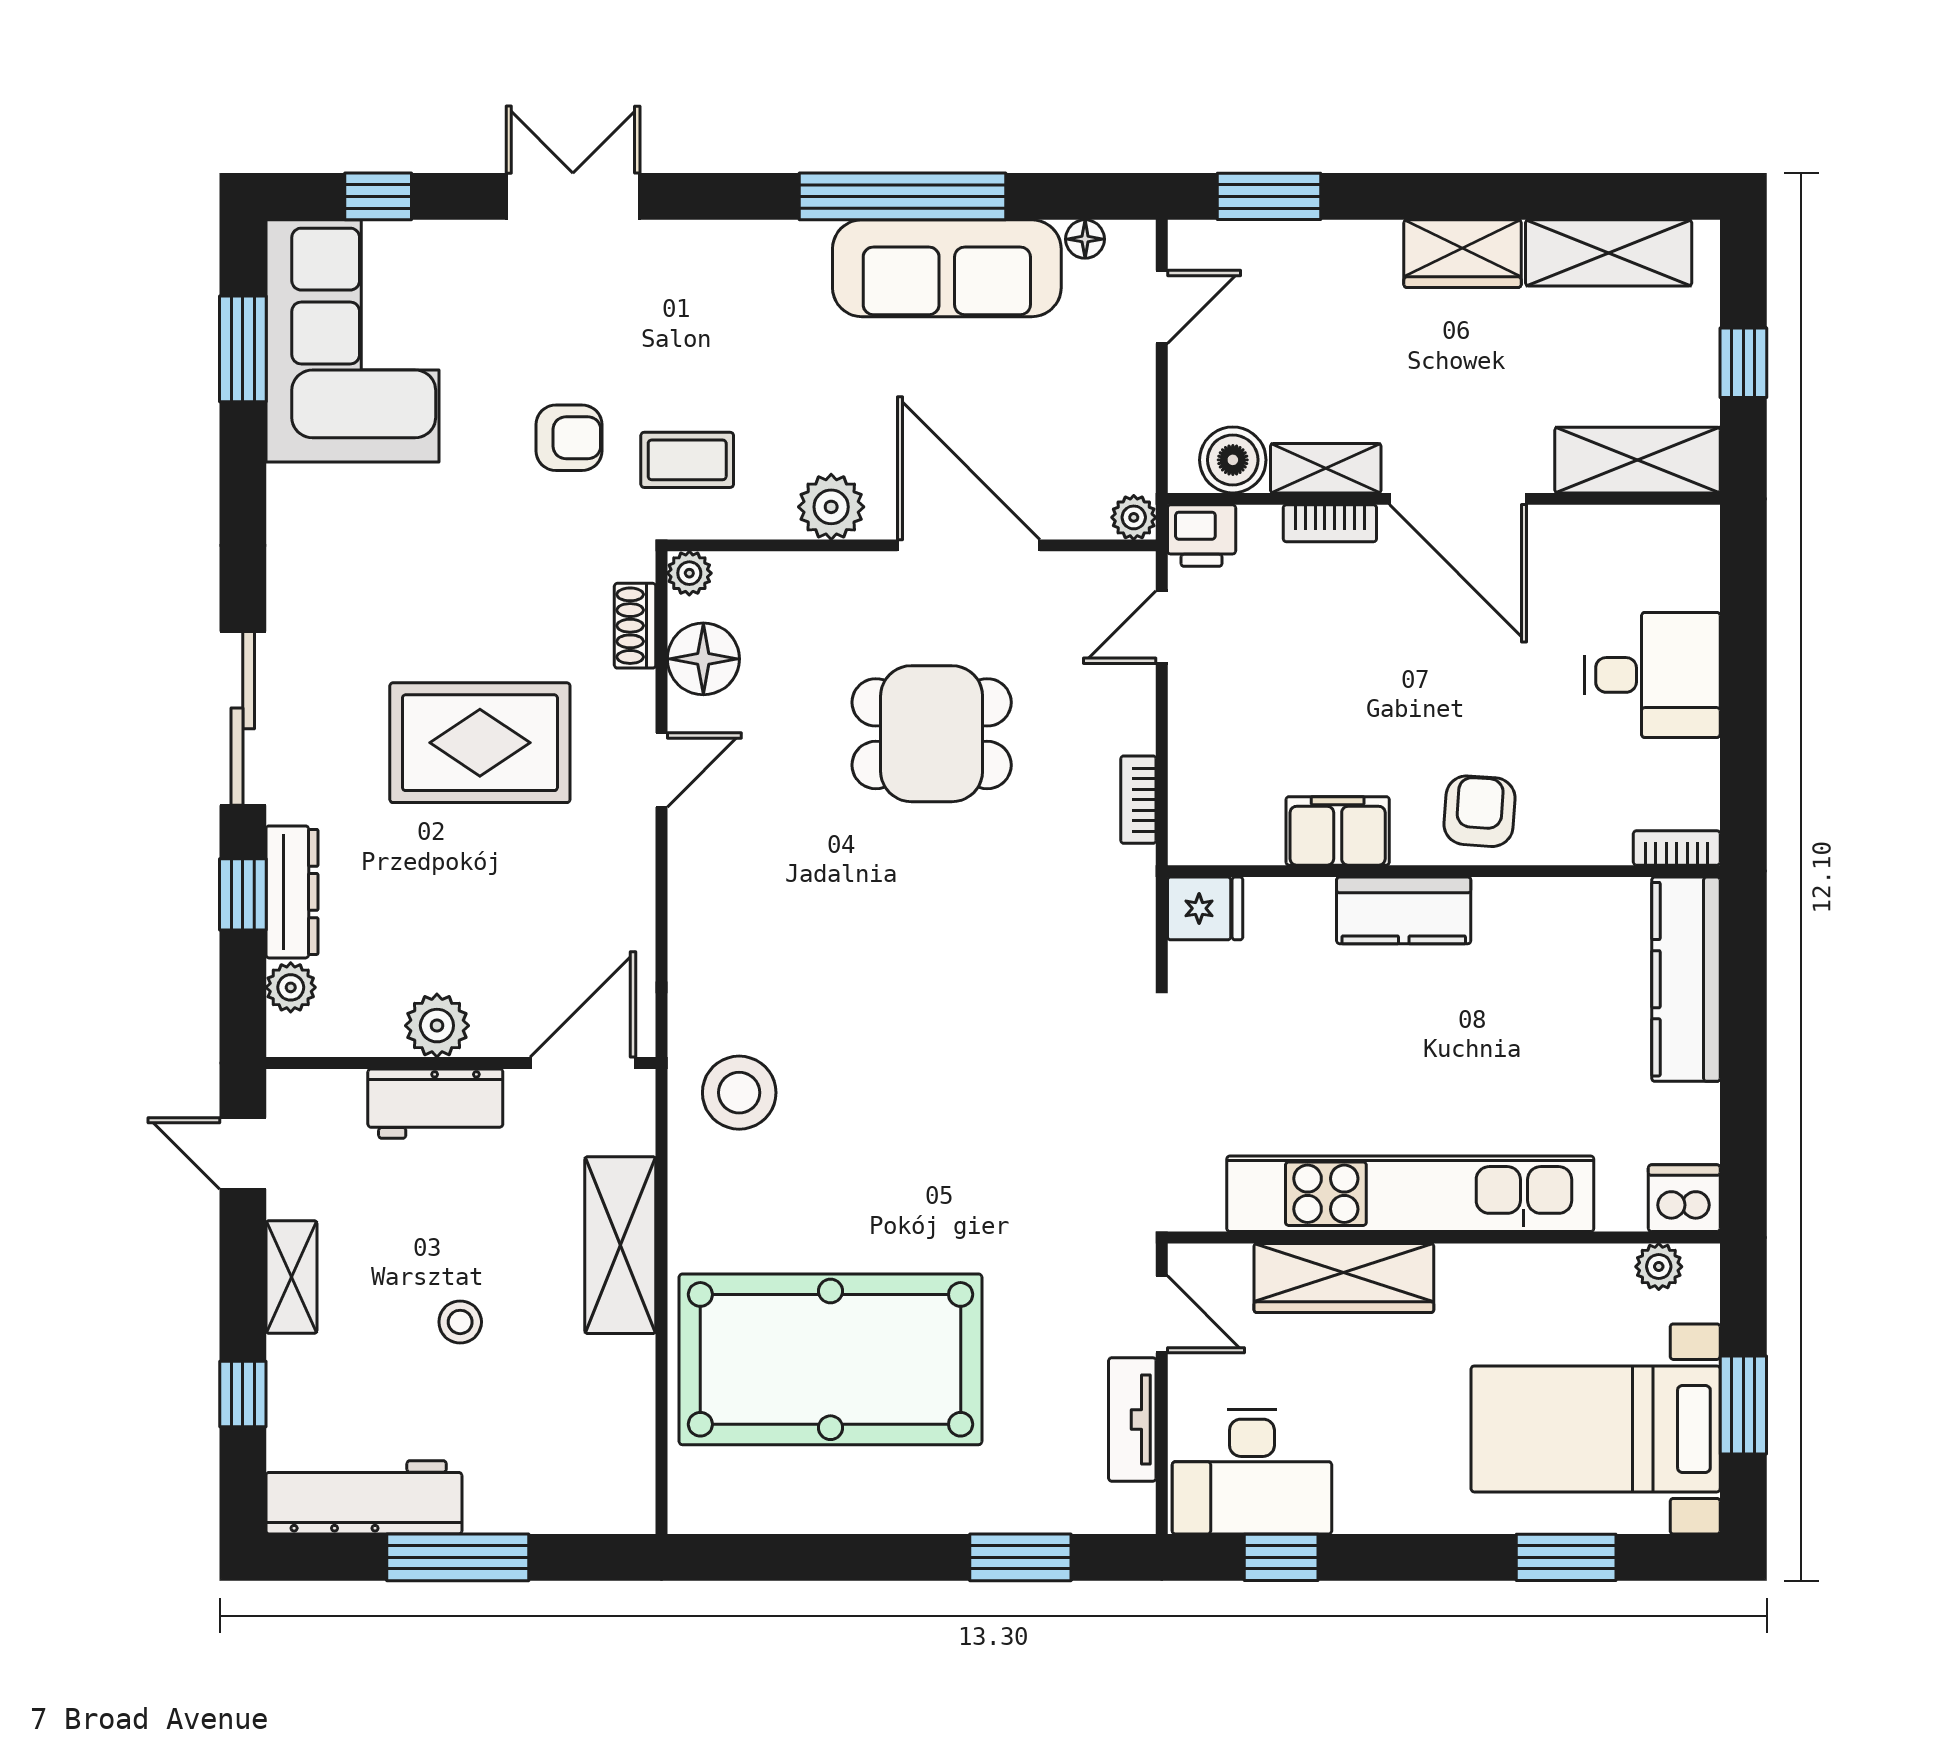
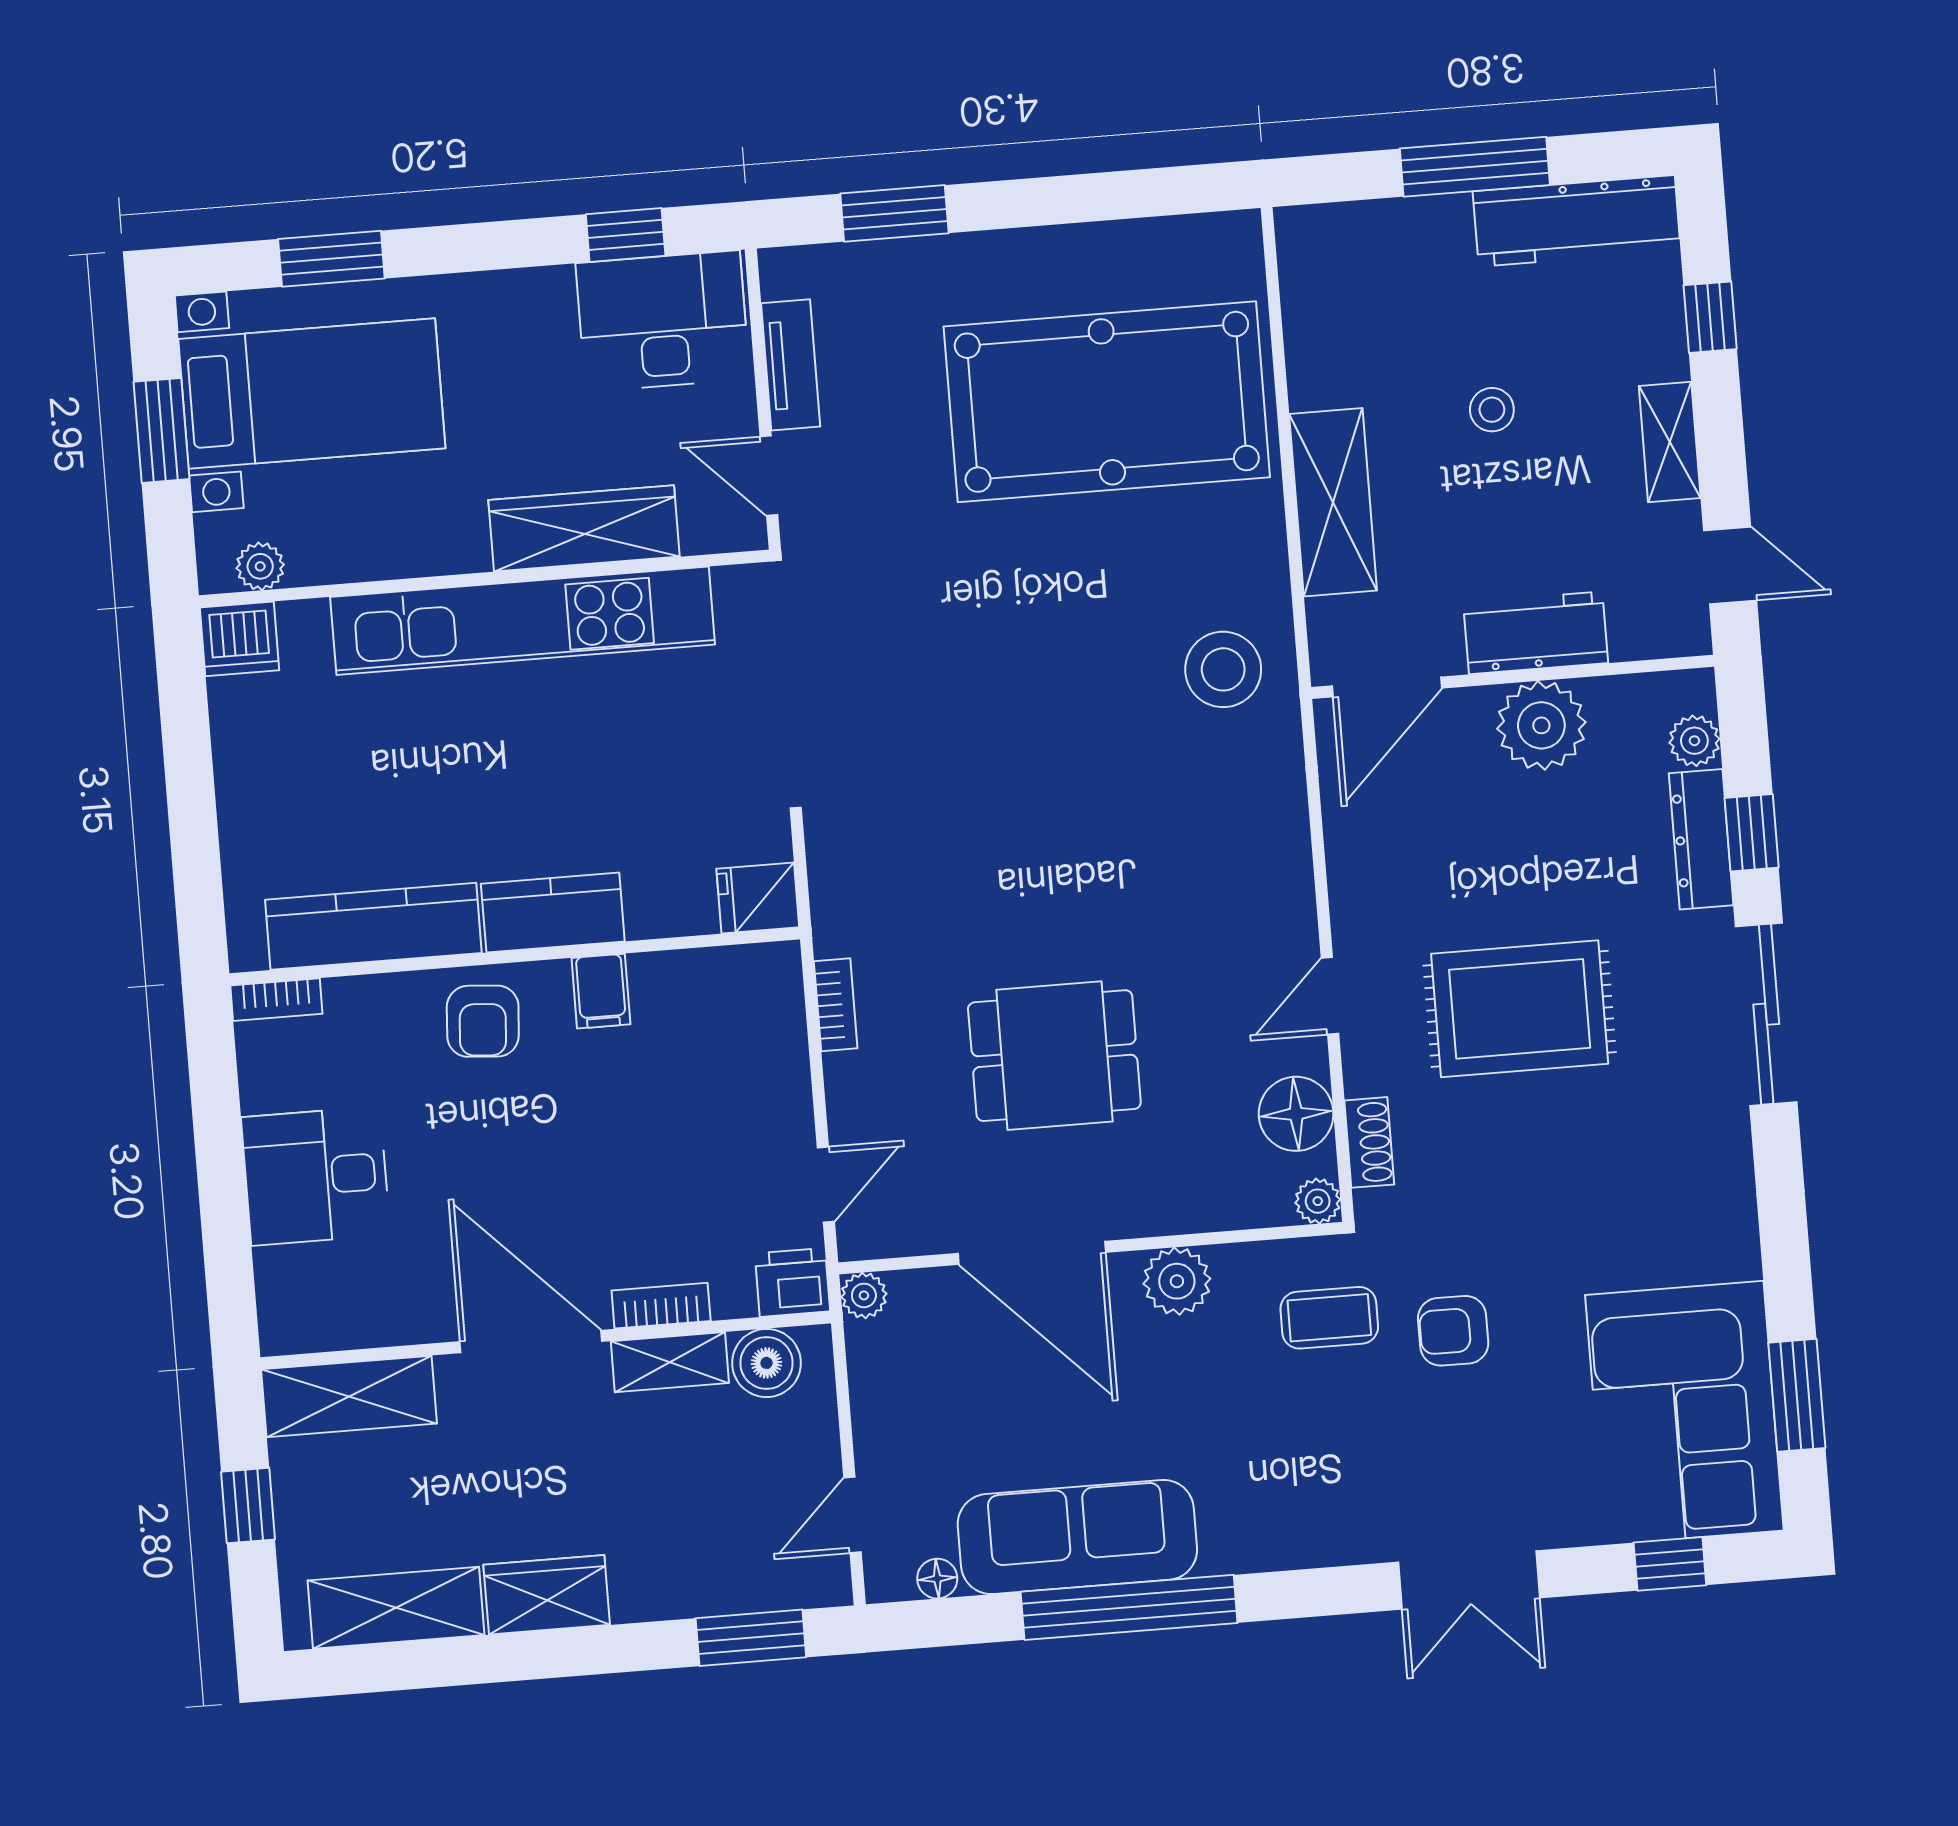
filing cabinet: (1338, 831) -> (601, 991), width x0.50
kitchen counter: (1686, 979) -> (373, 926), moved, turned -90
plant: (437, 1026) -> (1541, 725), width x1.36, depth x1.36

